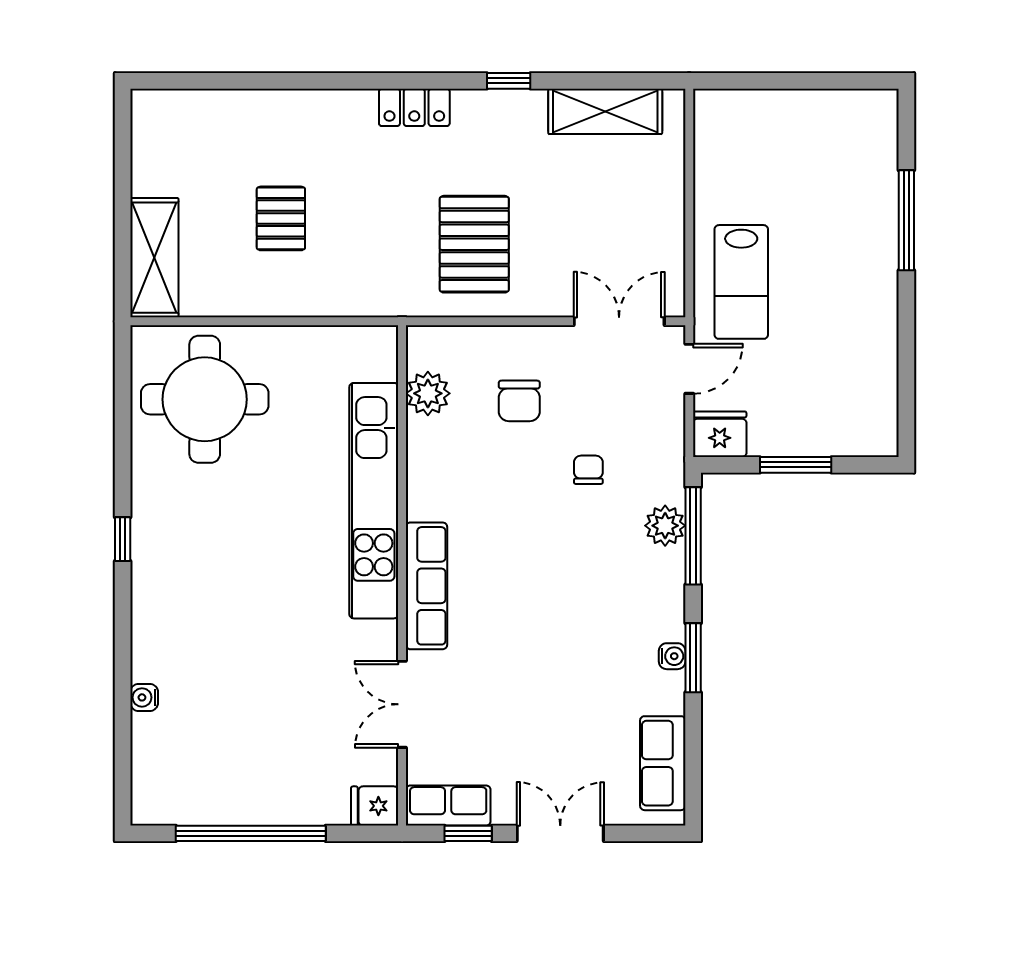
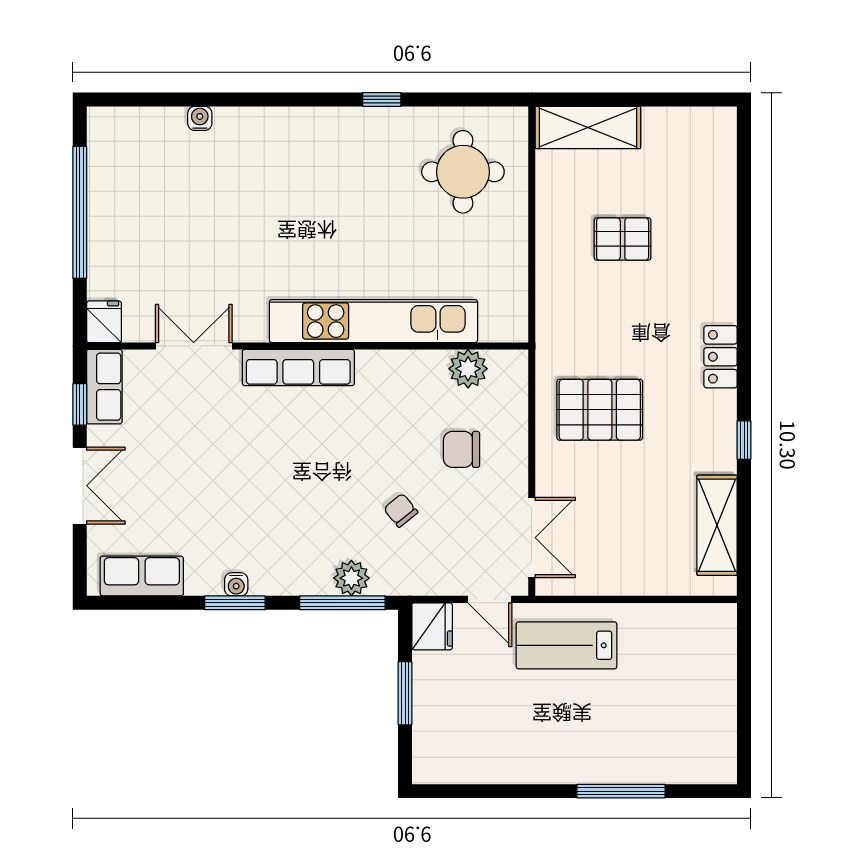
round table: (205, 399) -> (463, 172), width x0.73, depth x0.73
chair: (588, 470) -> (401, 510), turned -129
window: (123, 539) -> (382, 99), moved

